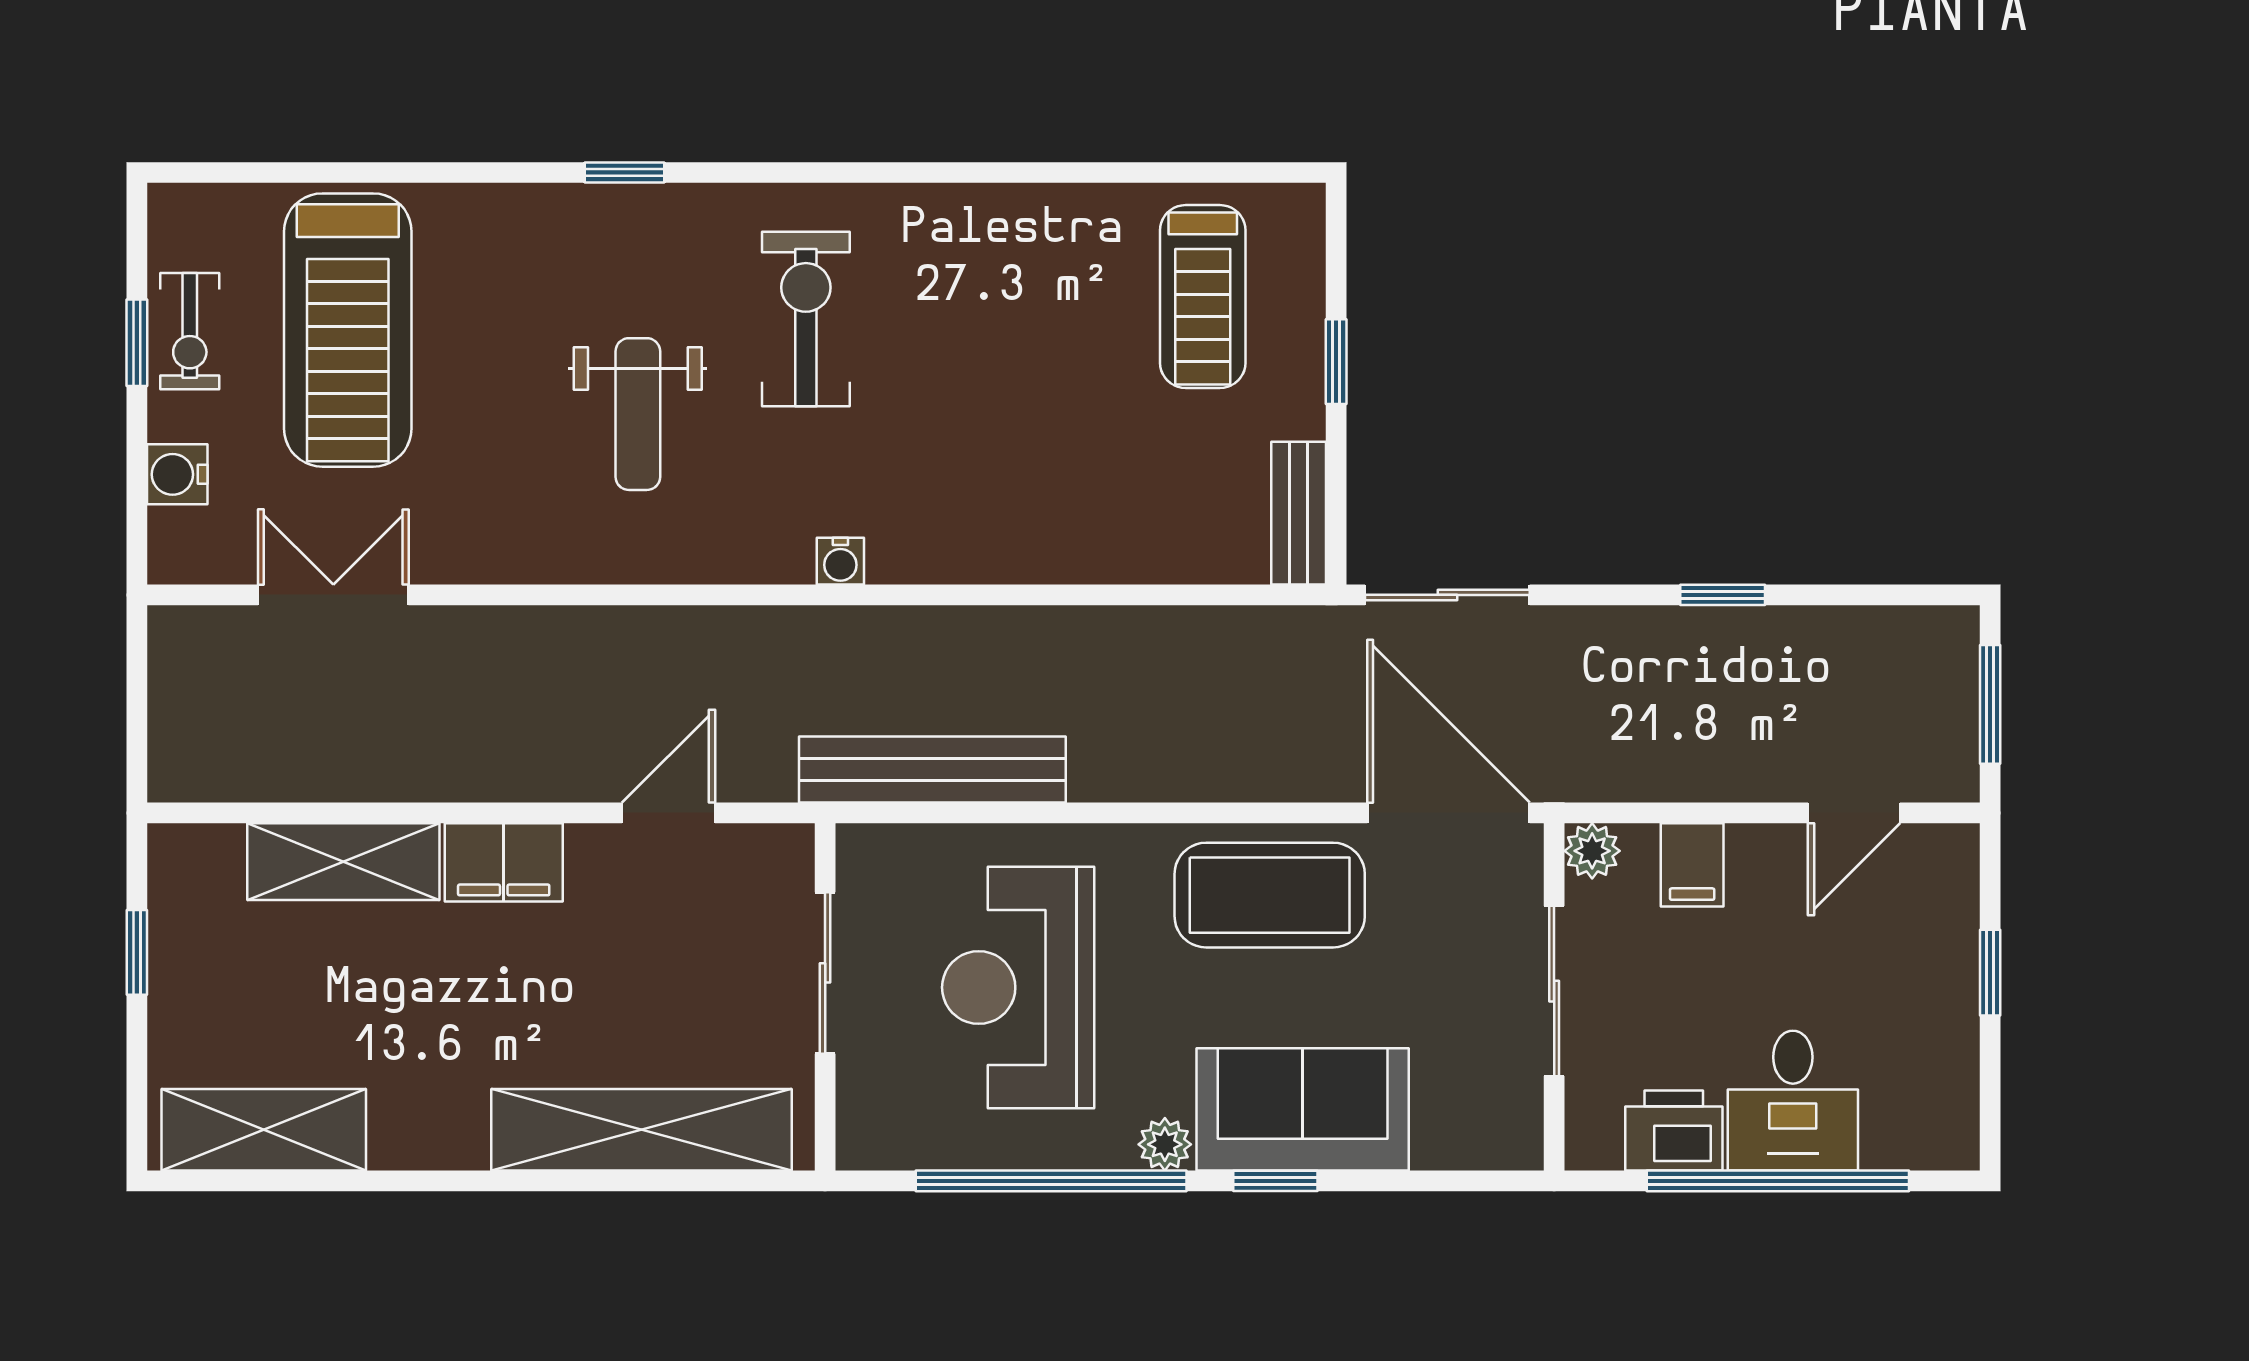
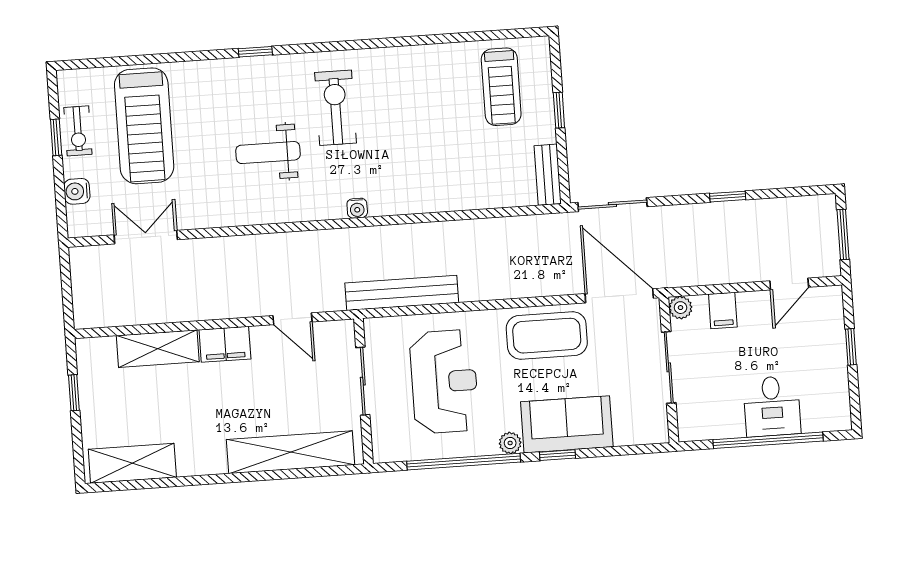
weight bench: (638, 414) -> (268, 153), turned 90
door: (669, 813) -> (293, 319), swing flipped
reception desk: (1018, 987) -> (444, 382), turned 180
printer: (1674, 1131) -> (723, 422), removed

